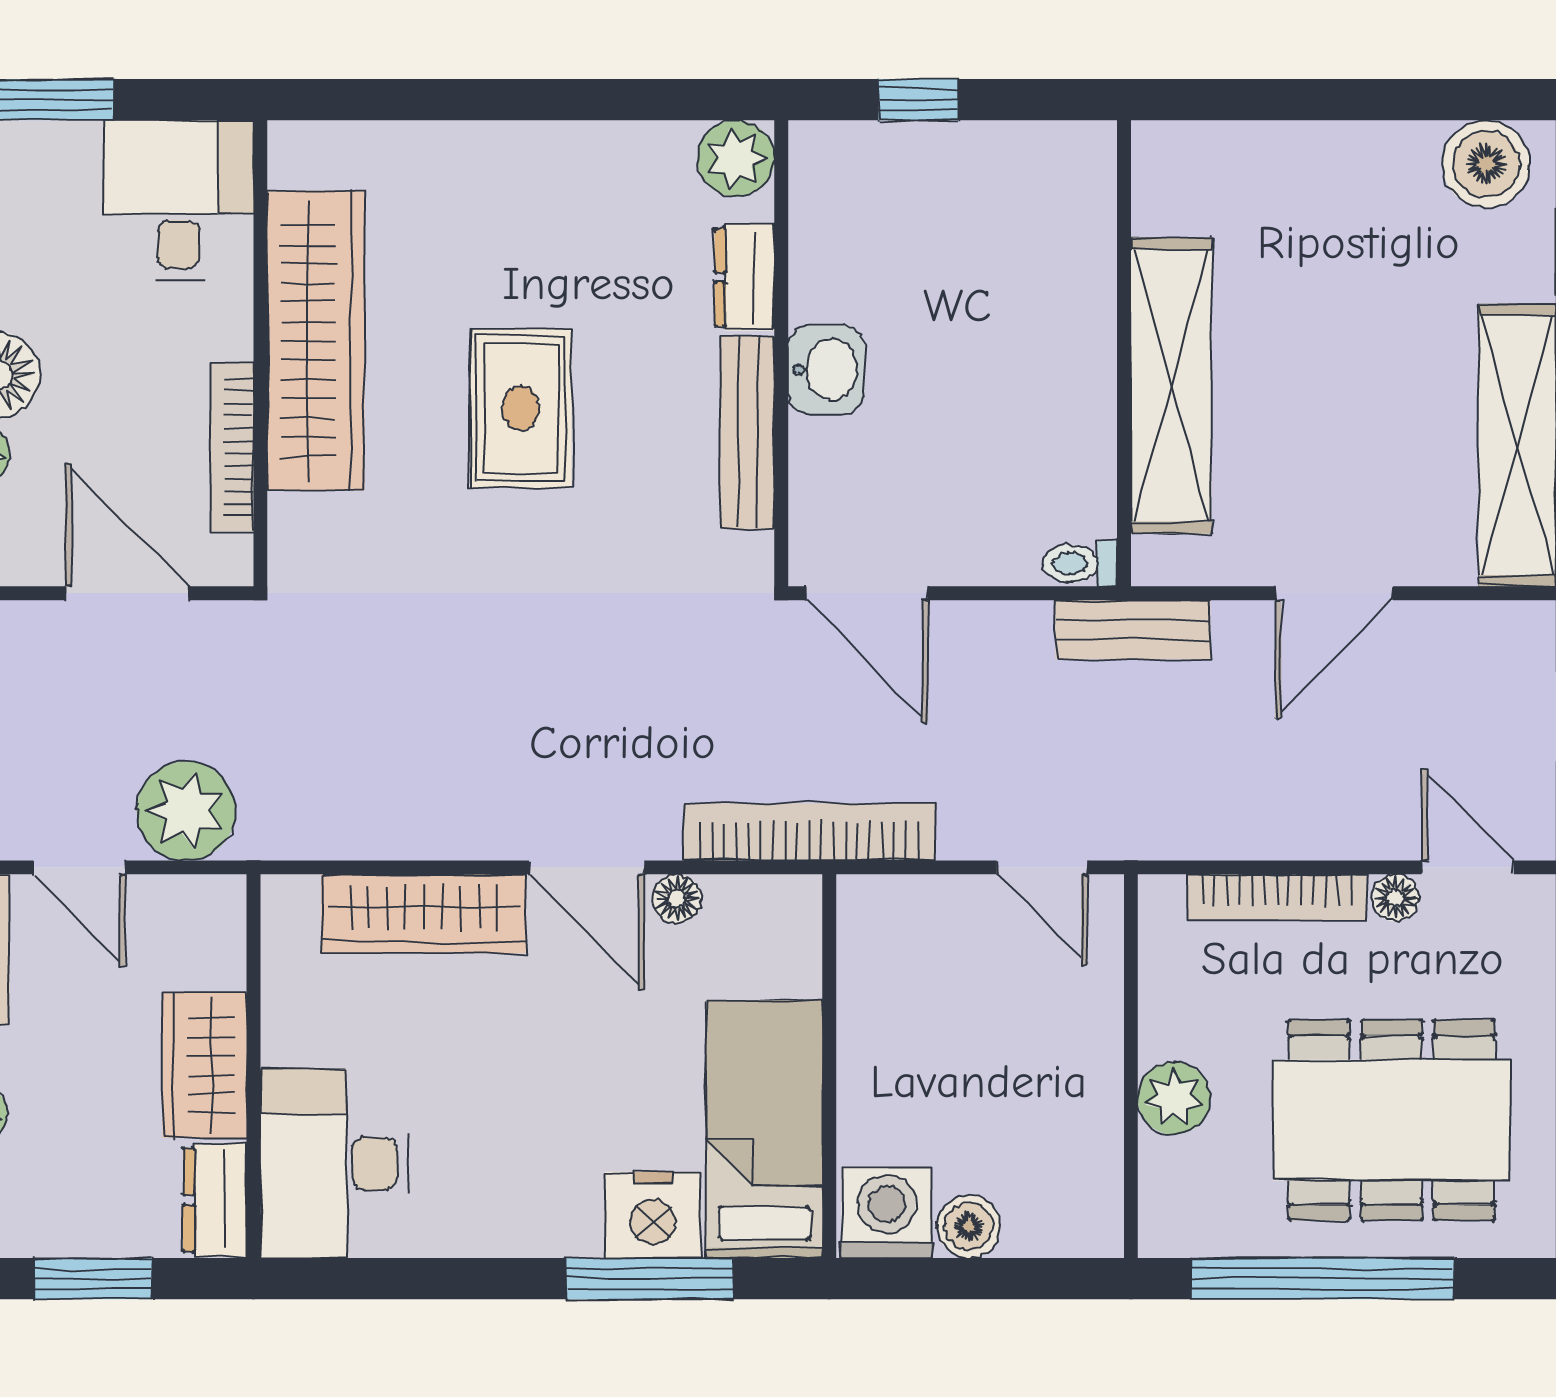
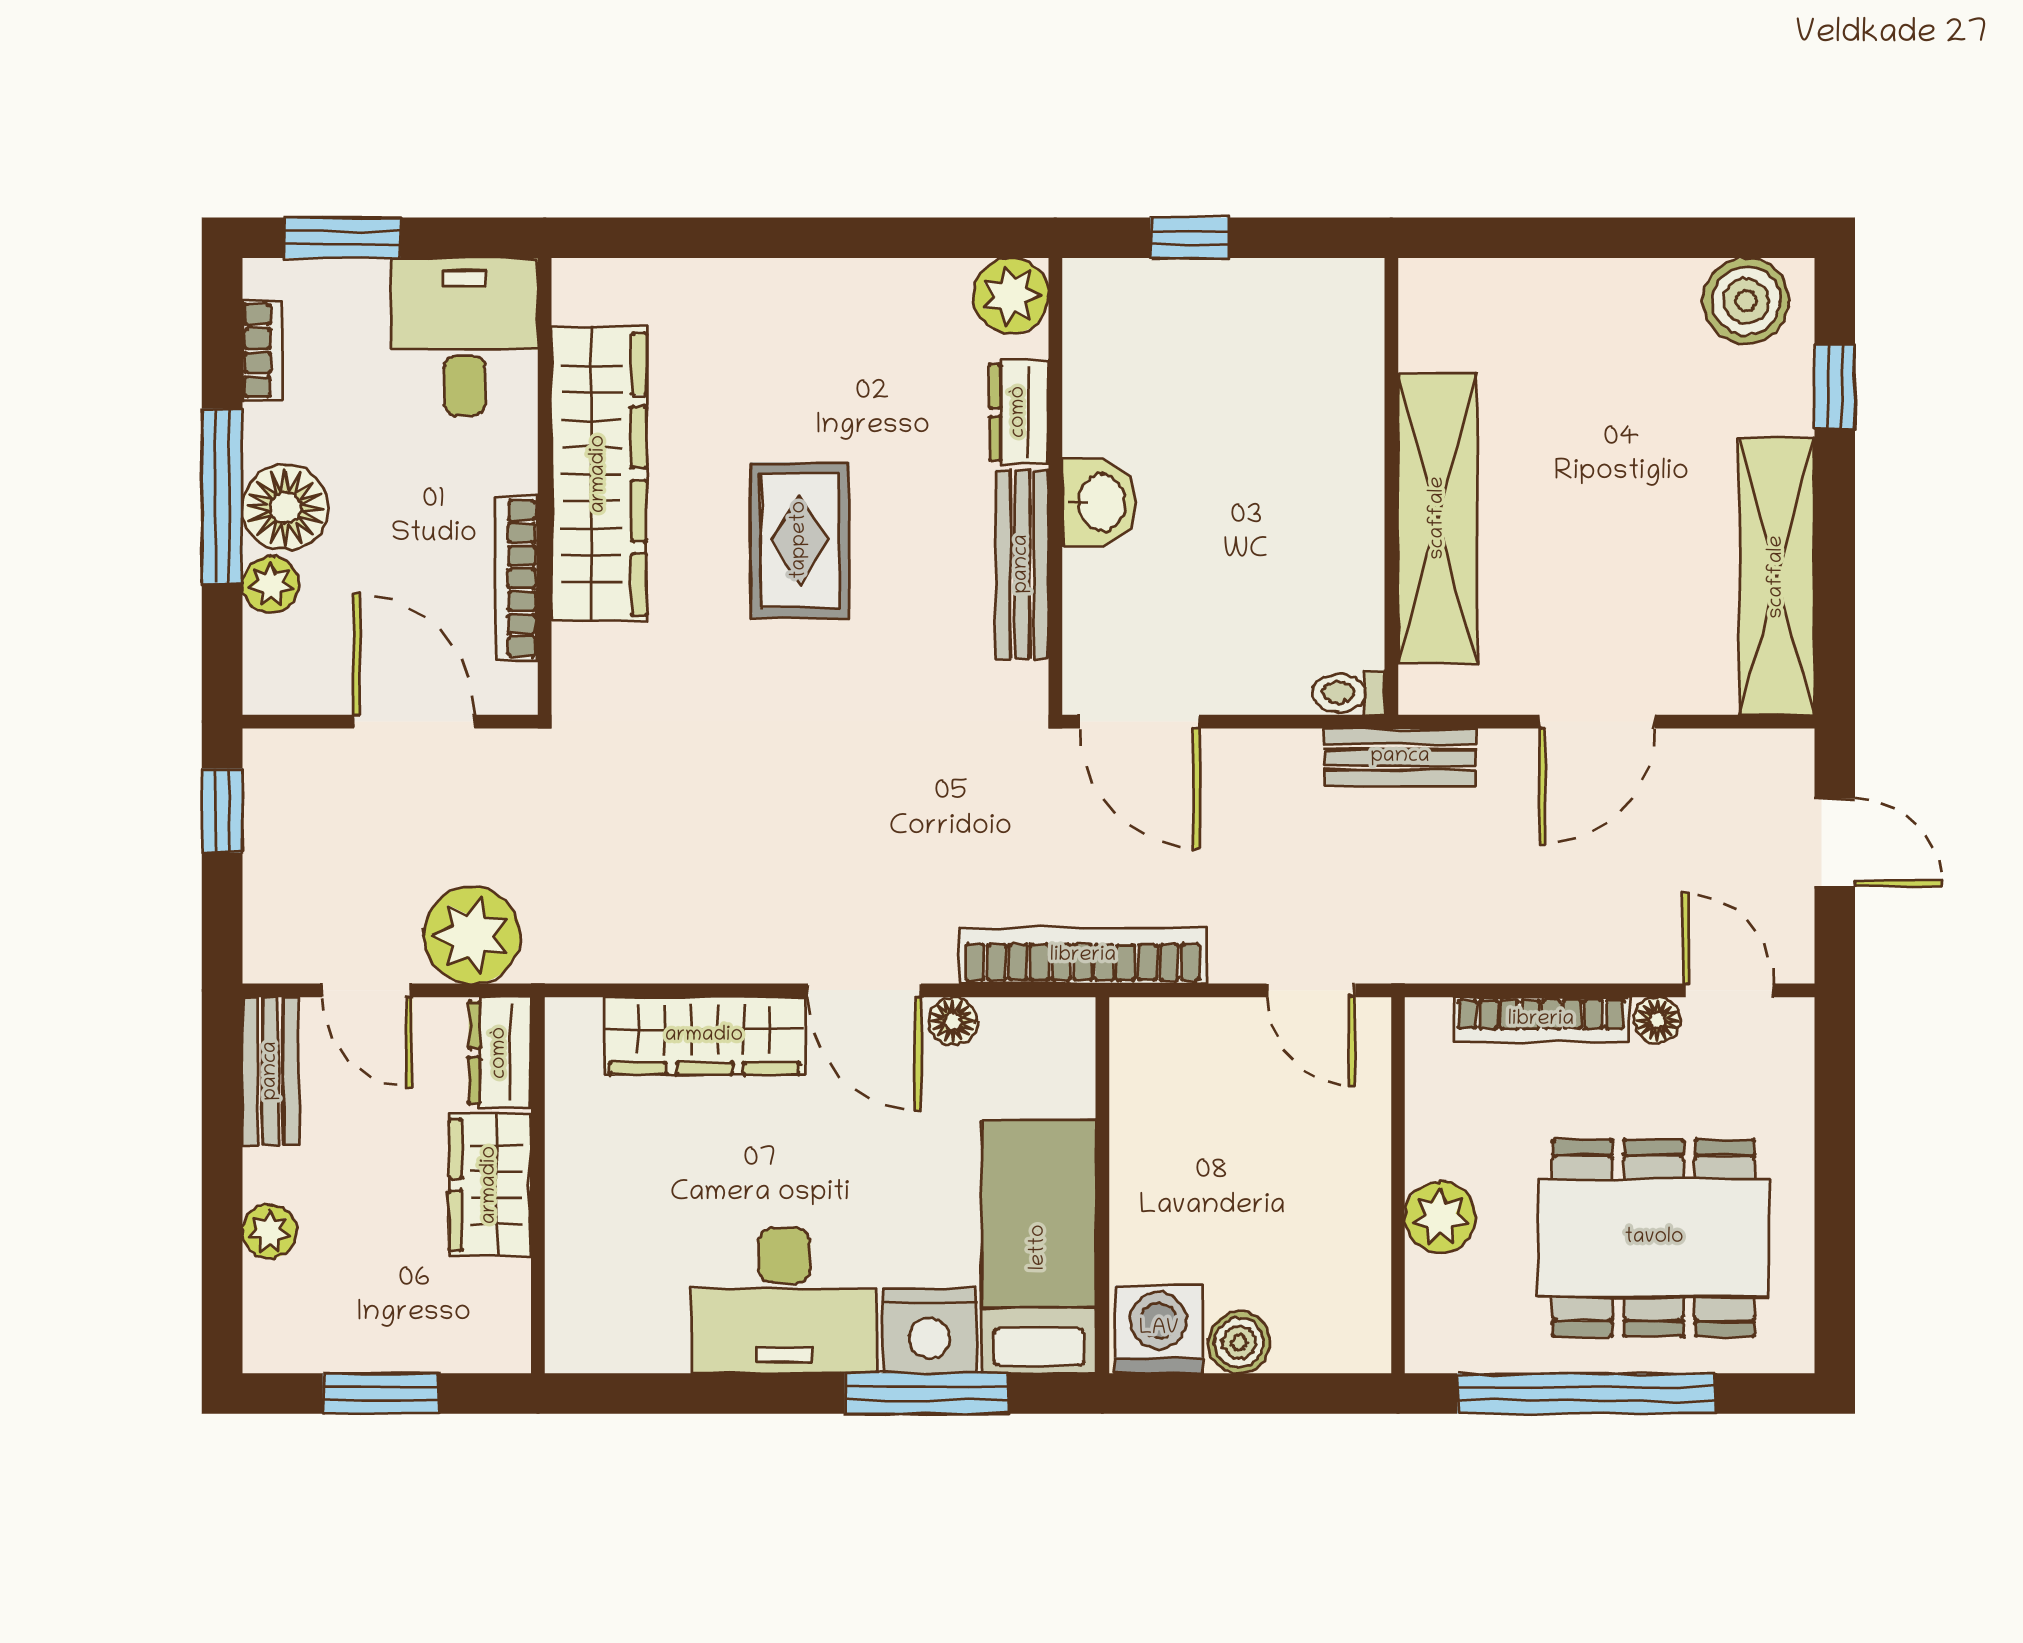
desk: (335, 1164) -> (784, 1301), moved, turned -90
dresser: (215, 1200) -> (500, 1053), moved

